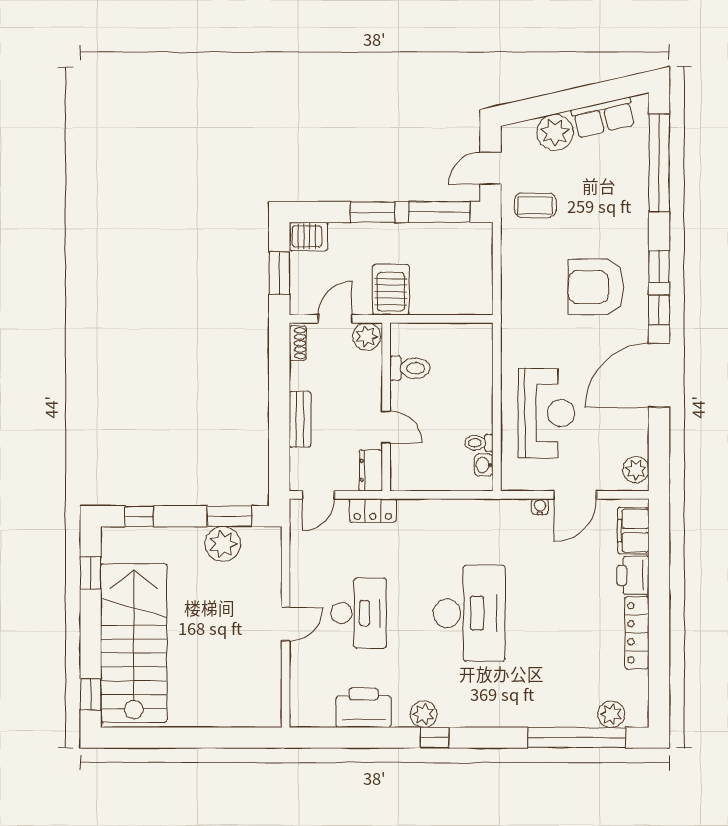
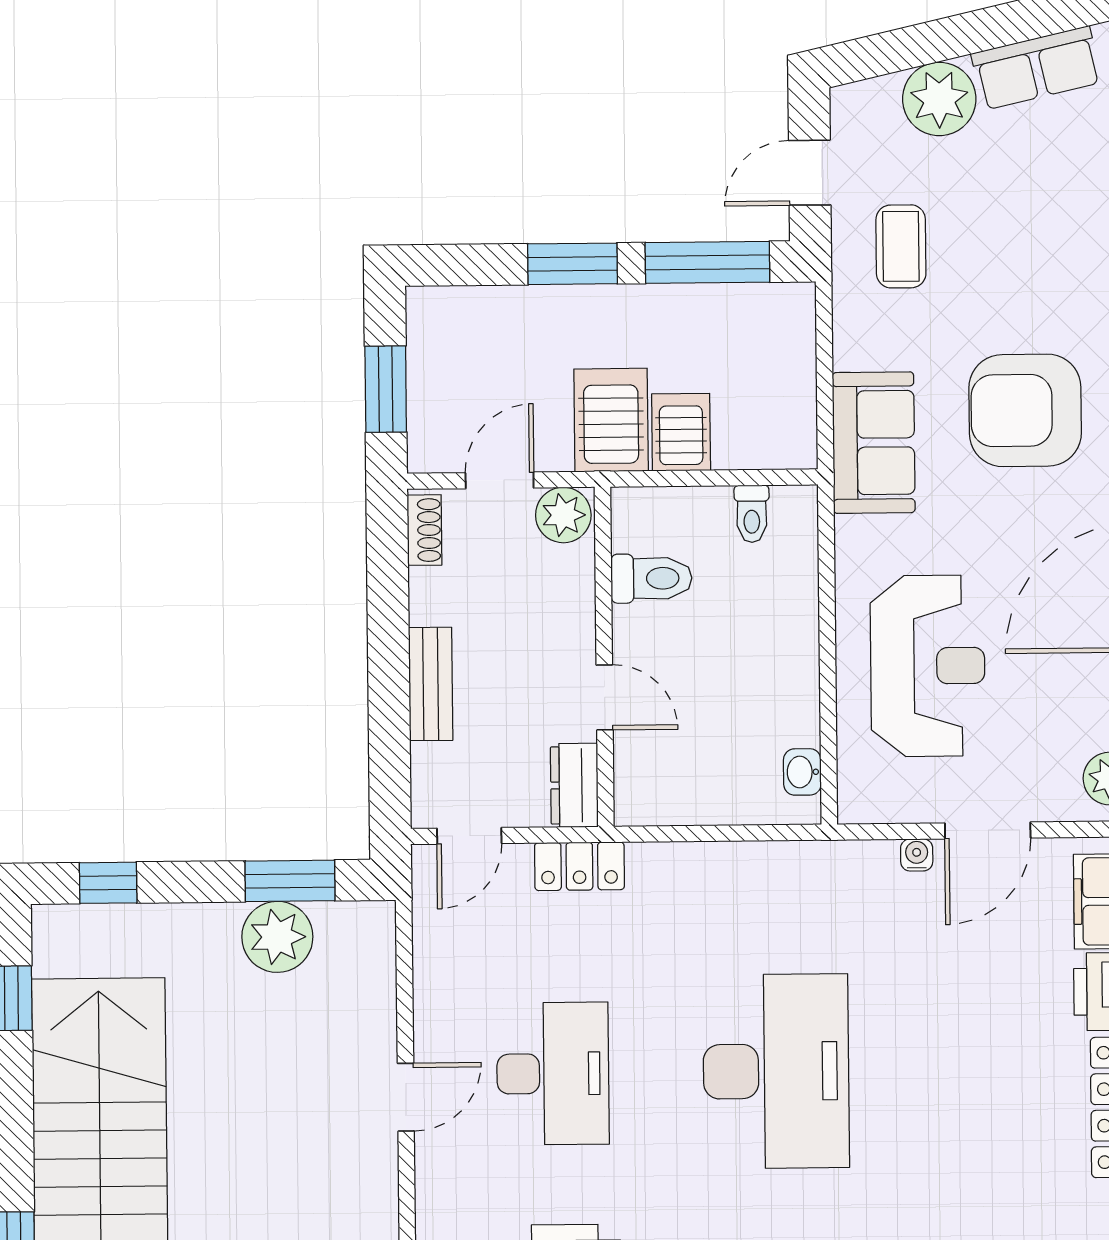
coffee table: (535, 205) -> (901, 246), turned 90
server rack: (308, 236) -> (681, 432), moved, turned -90
sofa: (521, 302) -> (874, 443), added
toilet: (479, 443) -> (752, 514), moved, turned -90

